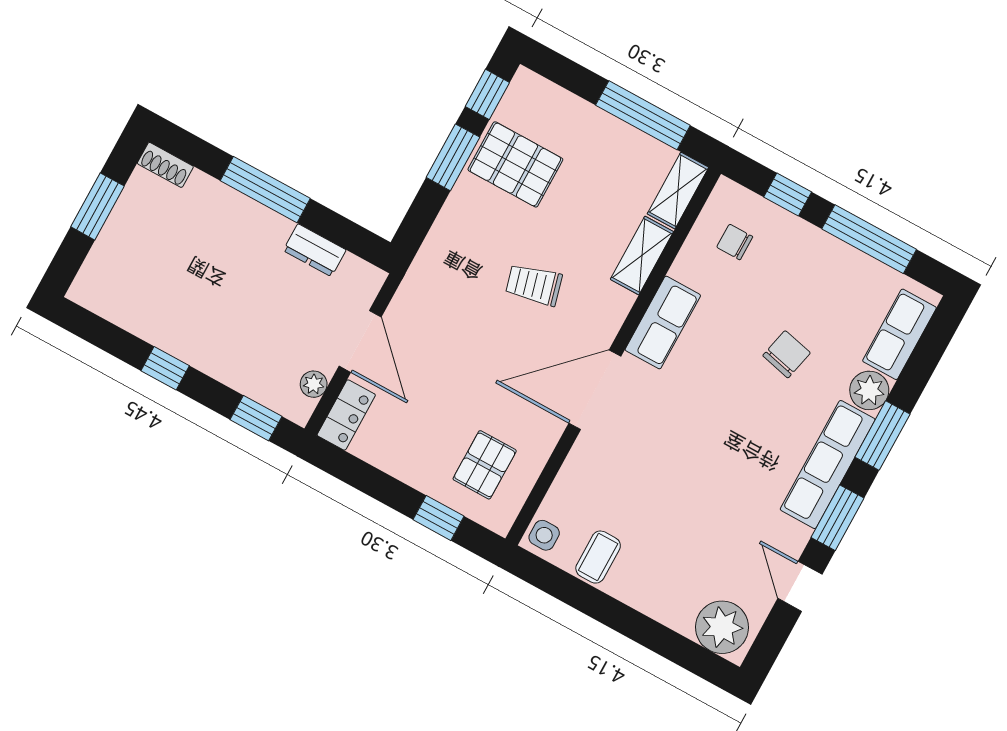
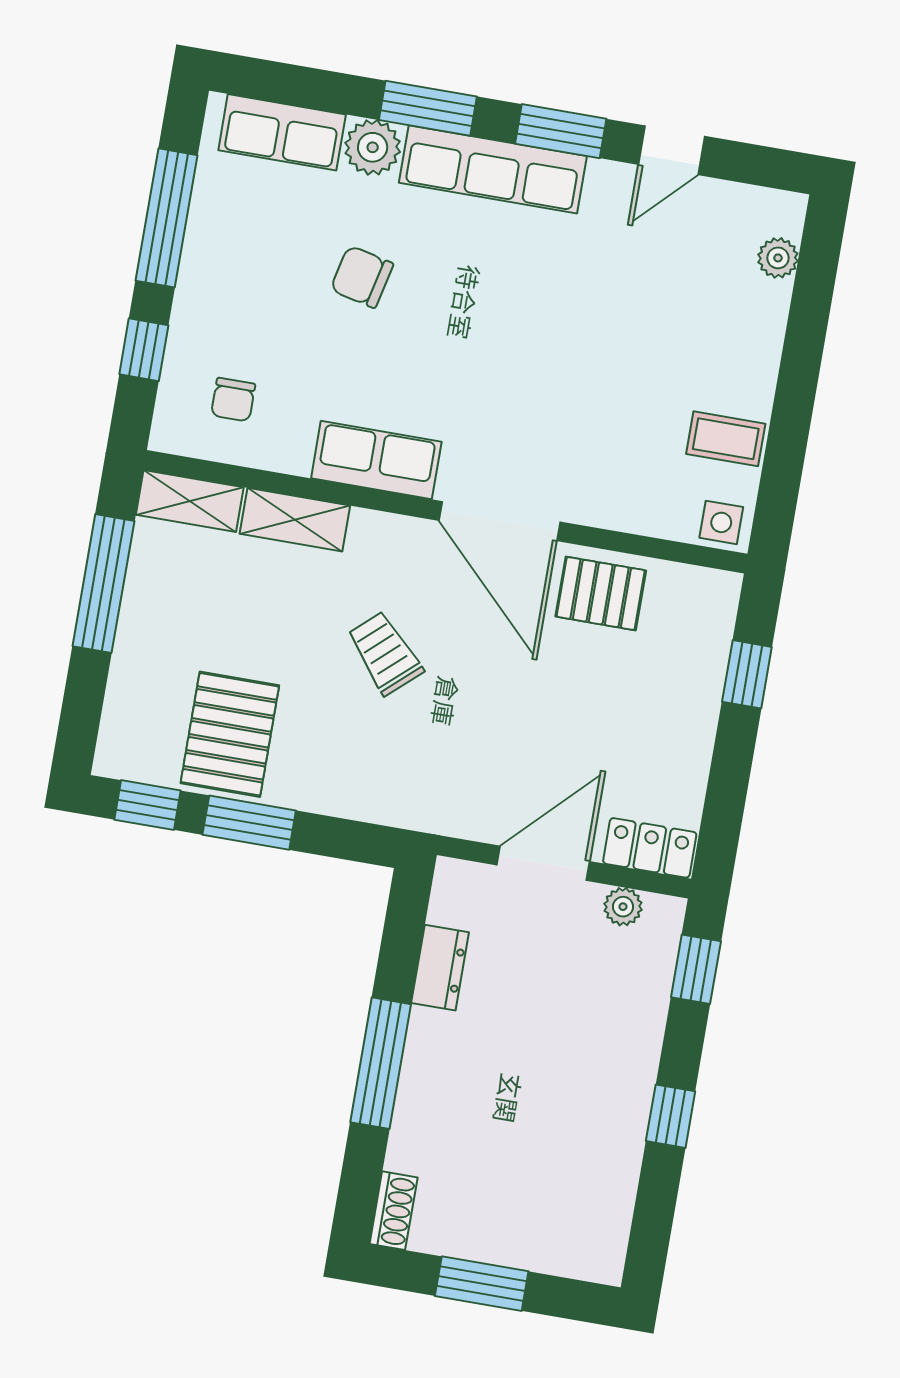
trolley: (534, 285) -> (385, 653), turned 153
pallet: (485, 465) -> (601, 593), moved
plant: (722, 627) -> (778, 258), width x0.53, depth x0.53

